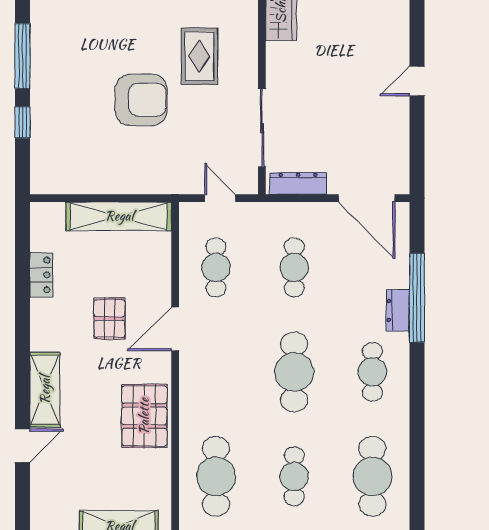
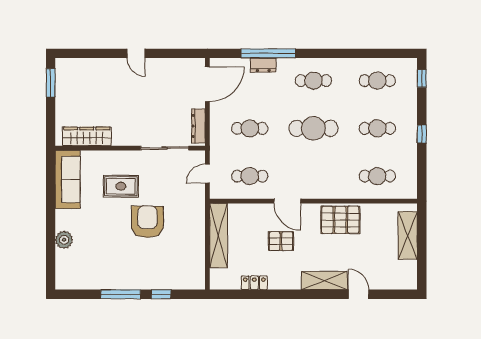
dresser: (398, 310) -> (263, 65), moved
cafe table: (216, 476) -> (377, 176), width x0.73, depth x0.74
cafe table: (372, 476) -> (377, 81), width x0.73, depth x0.74

